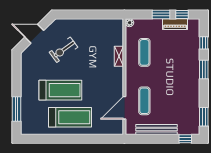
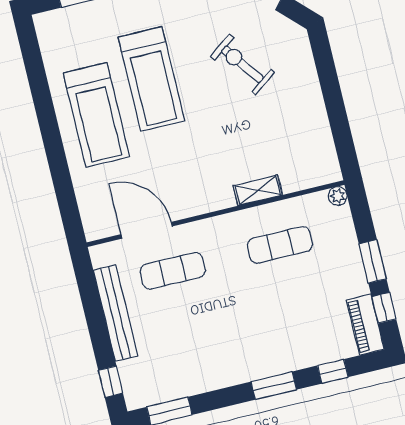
piano: (175, 24) -> (365, 325), moved

